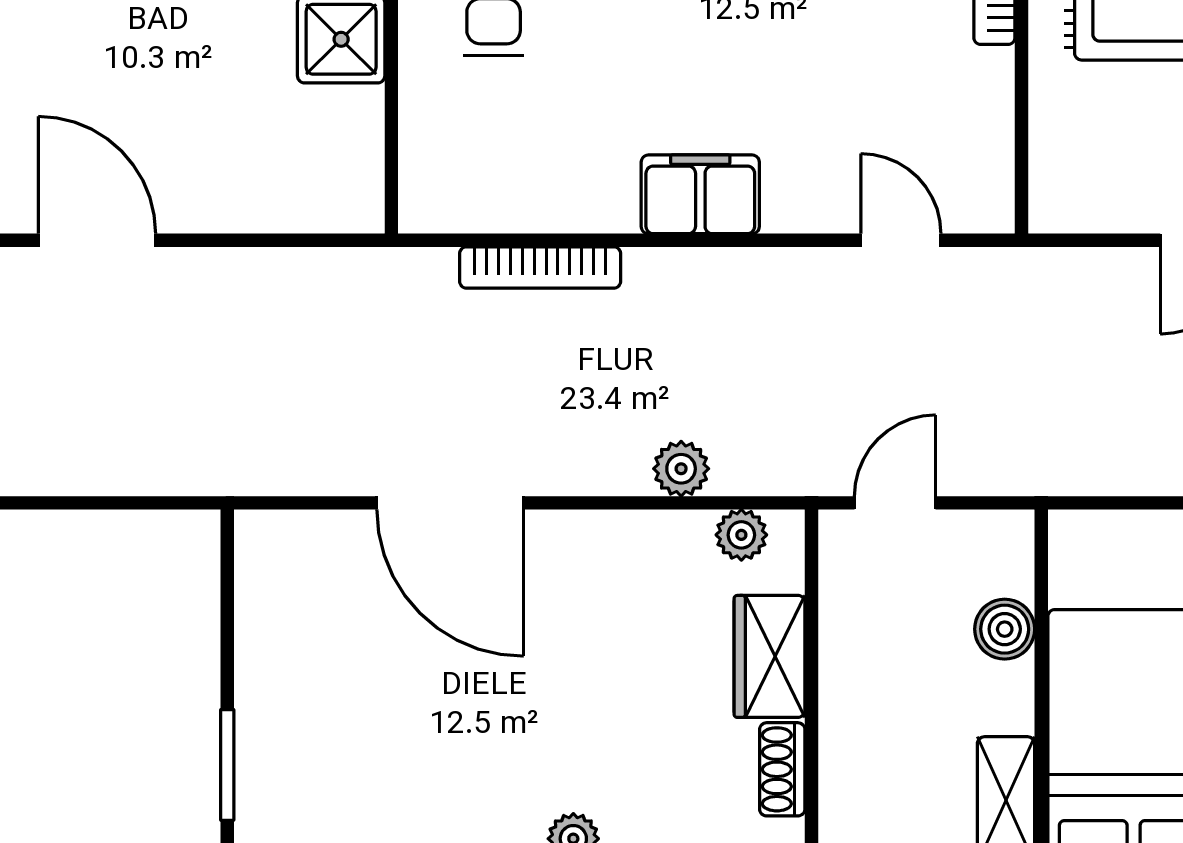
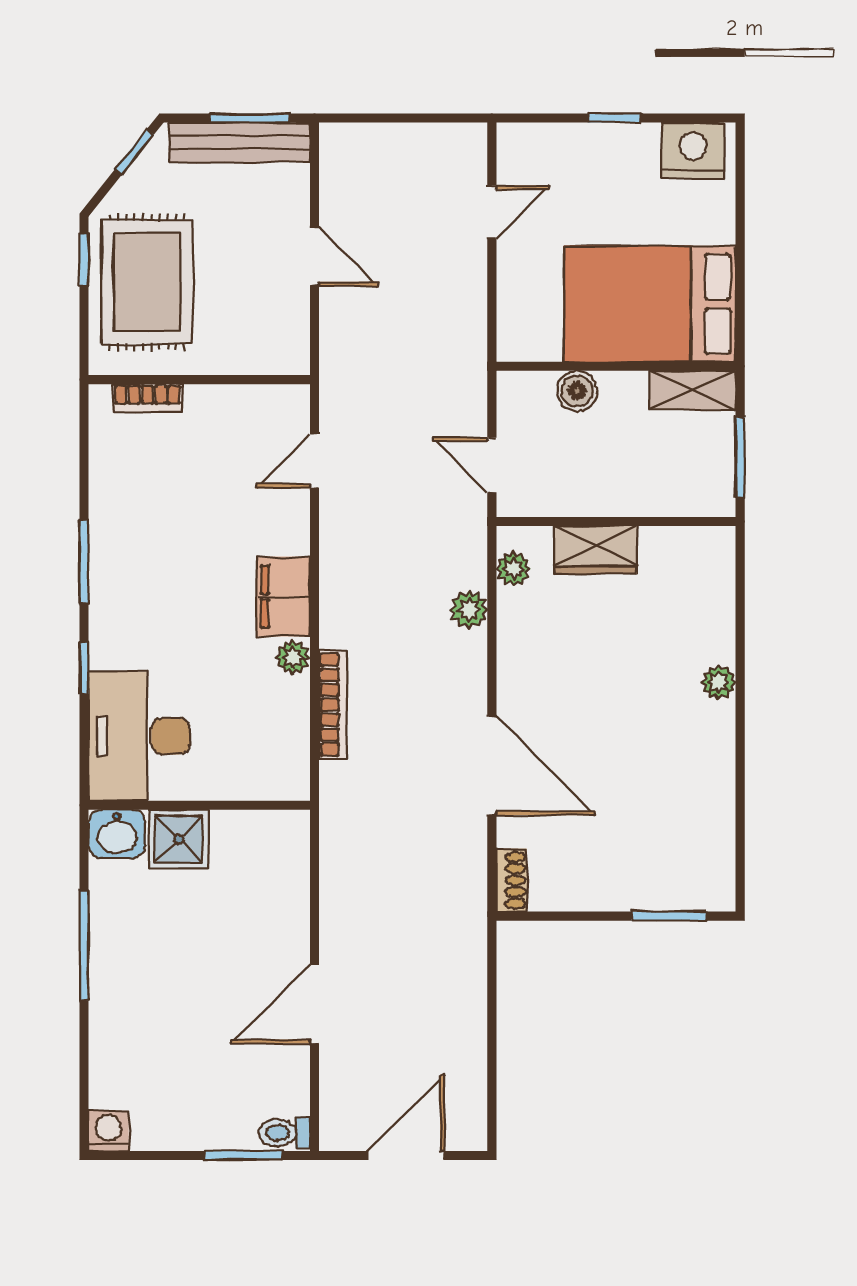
plant: (611, 208) -> (293, 657), added
door: (450, 503) -> (492, 765), hinge flipped
shoe rack: (782, 769) -> (512, 880), moved, turned -90

